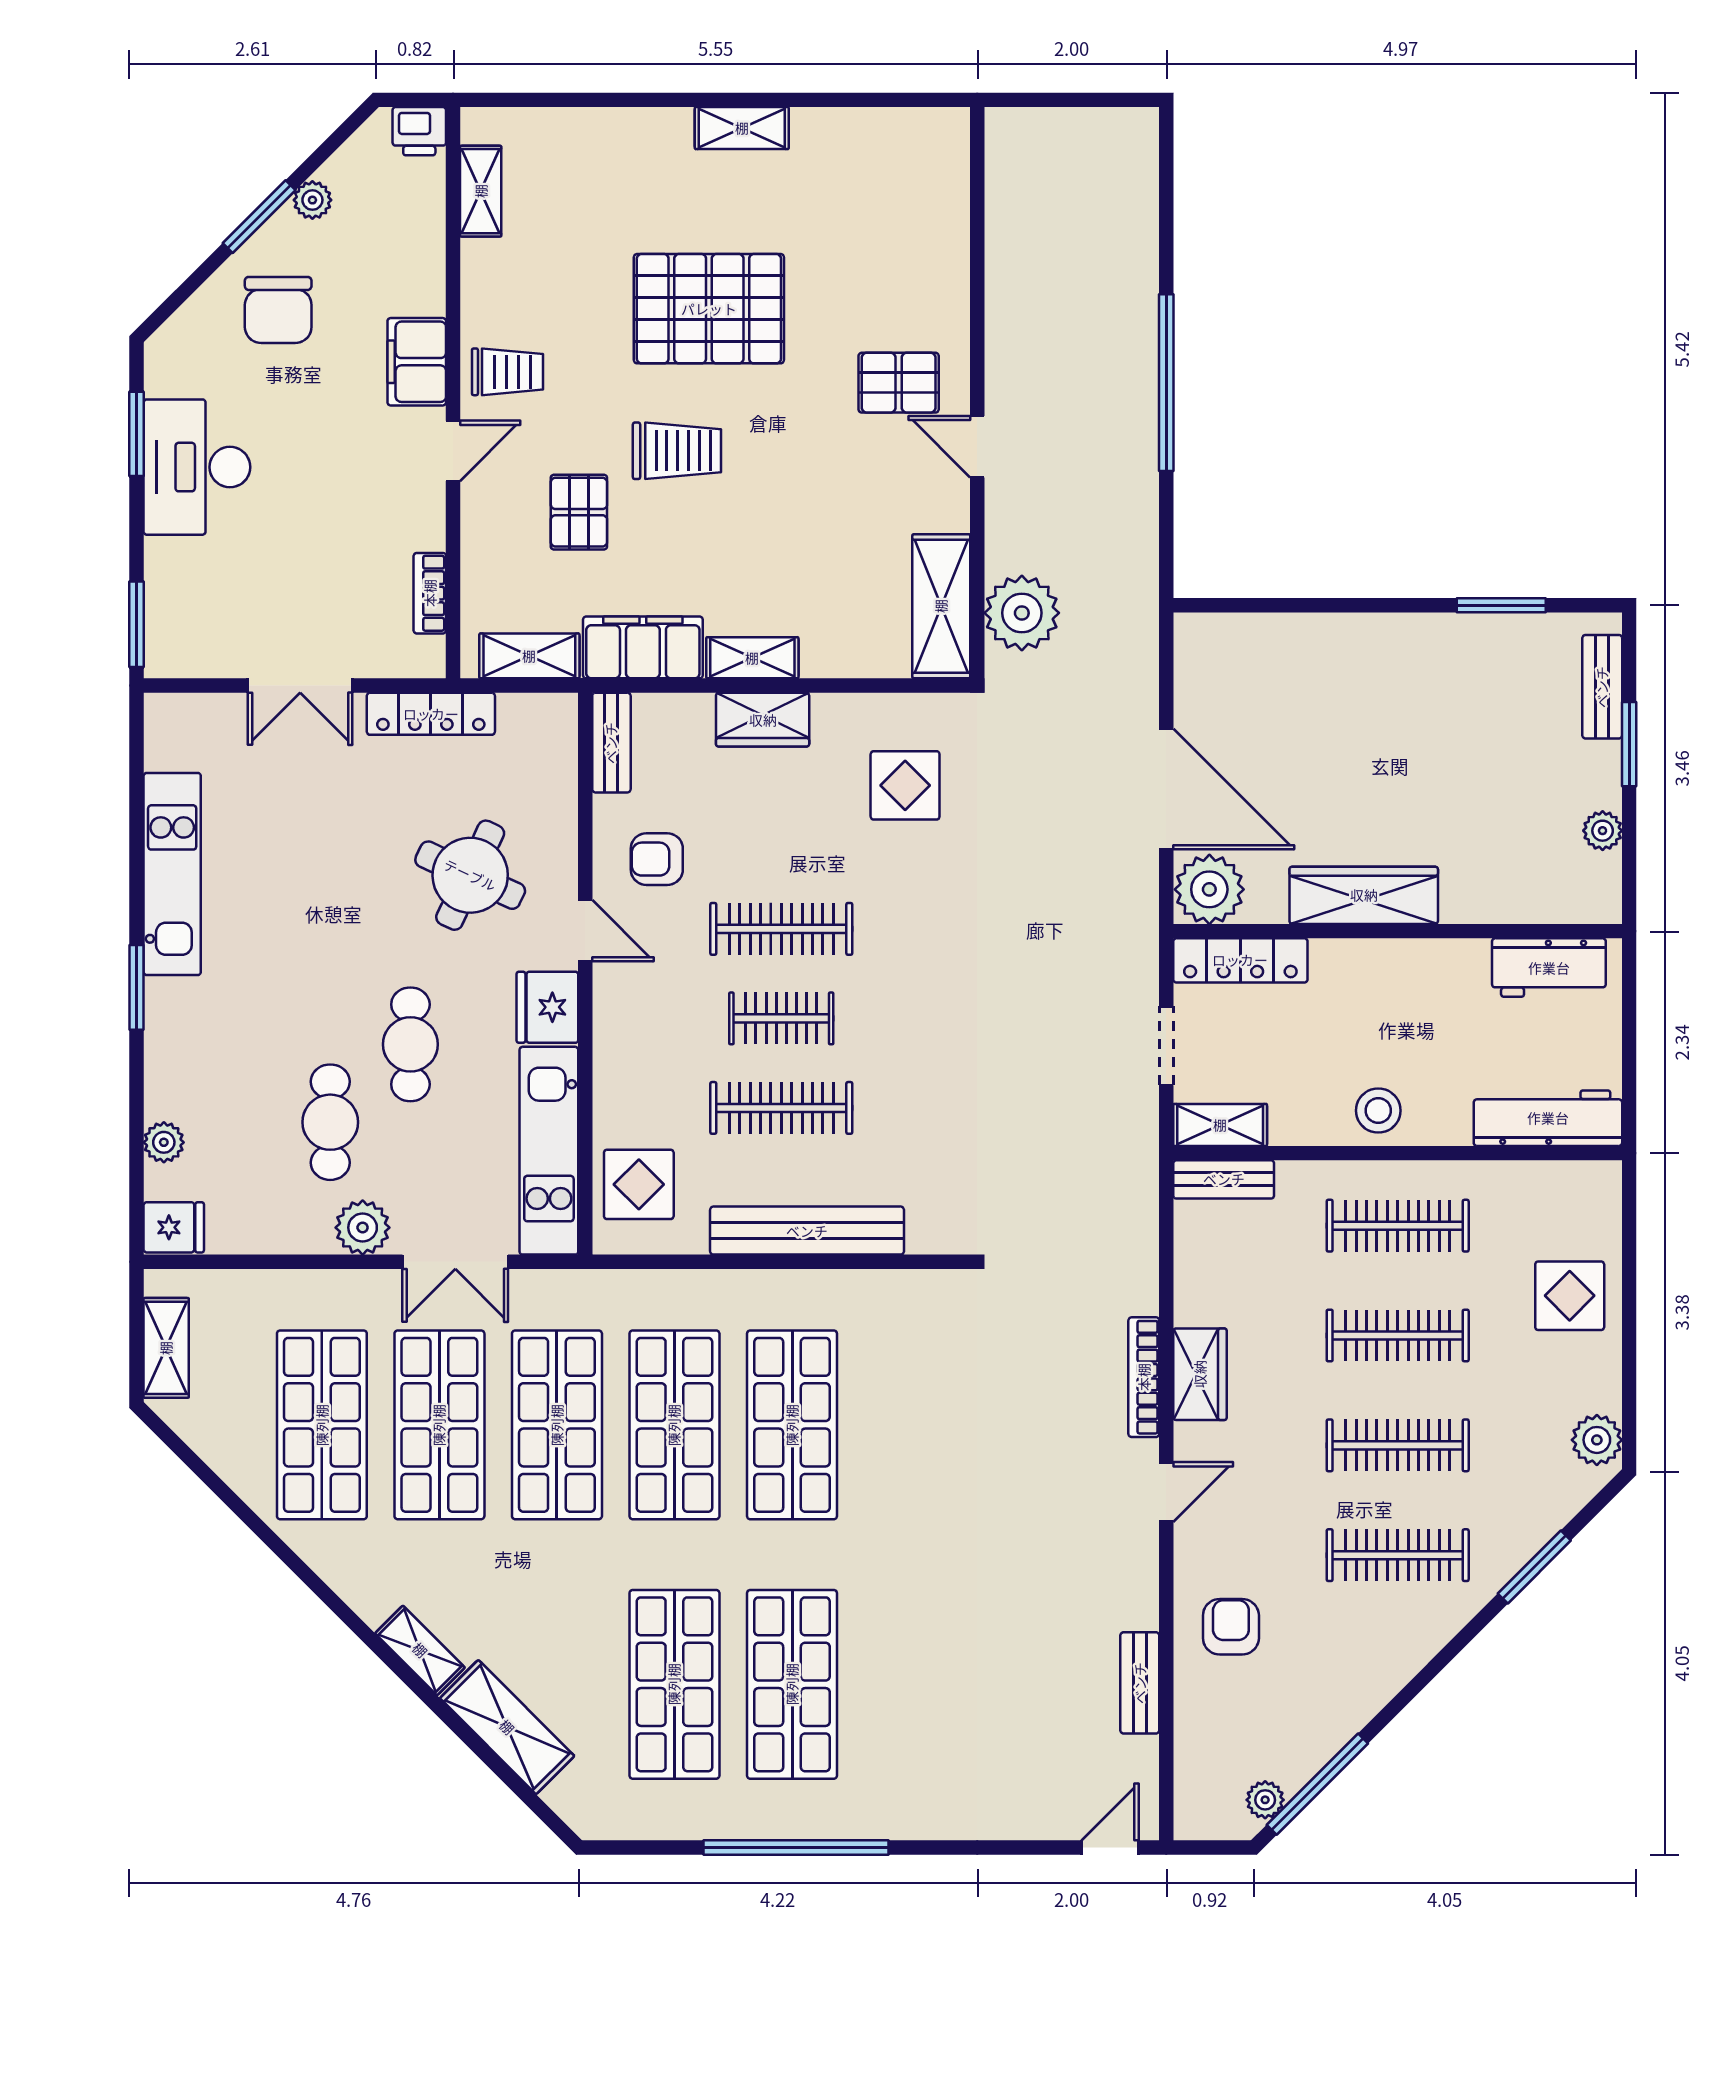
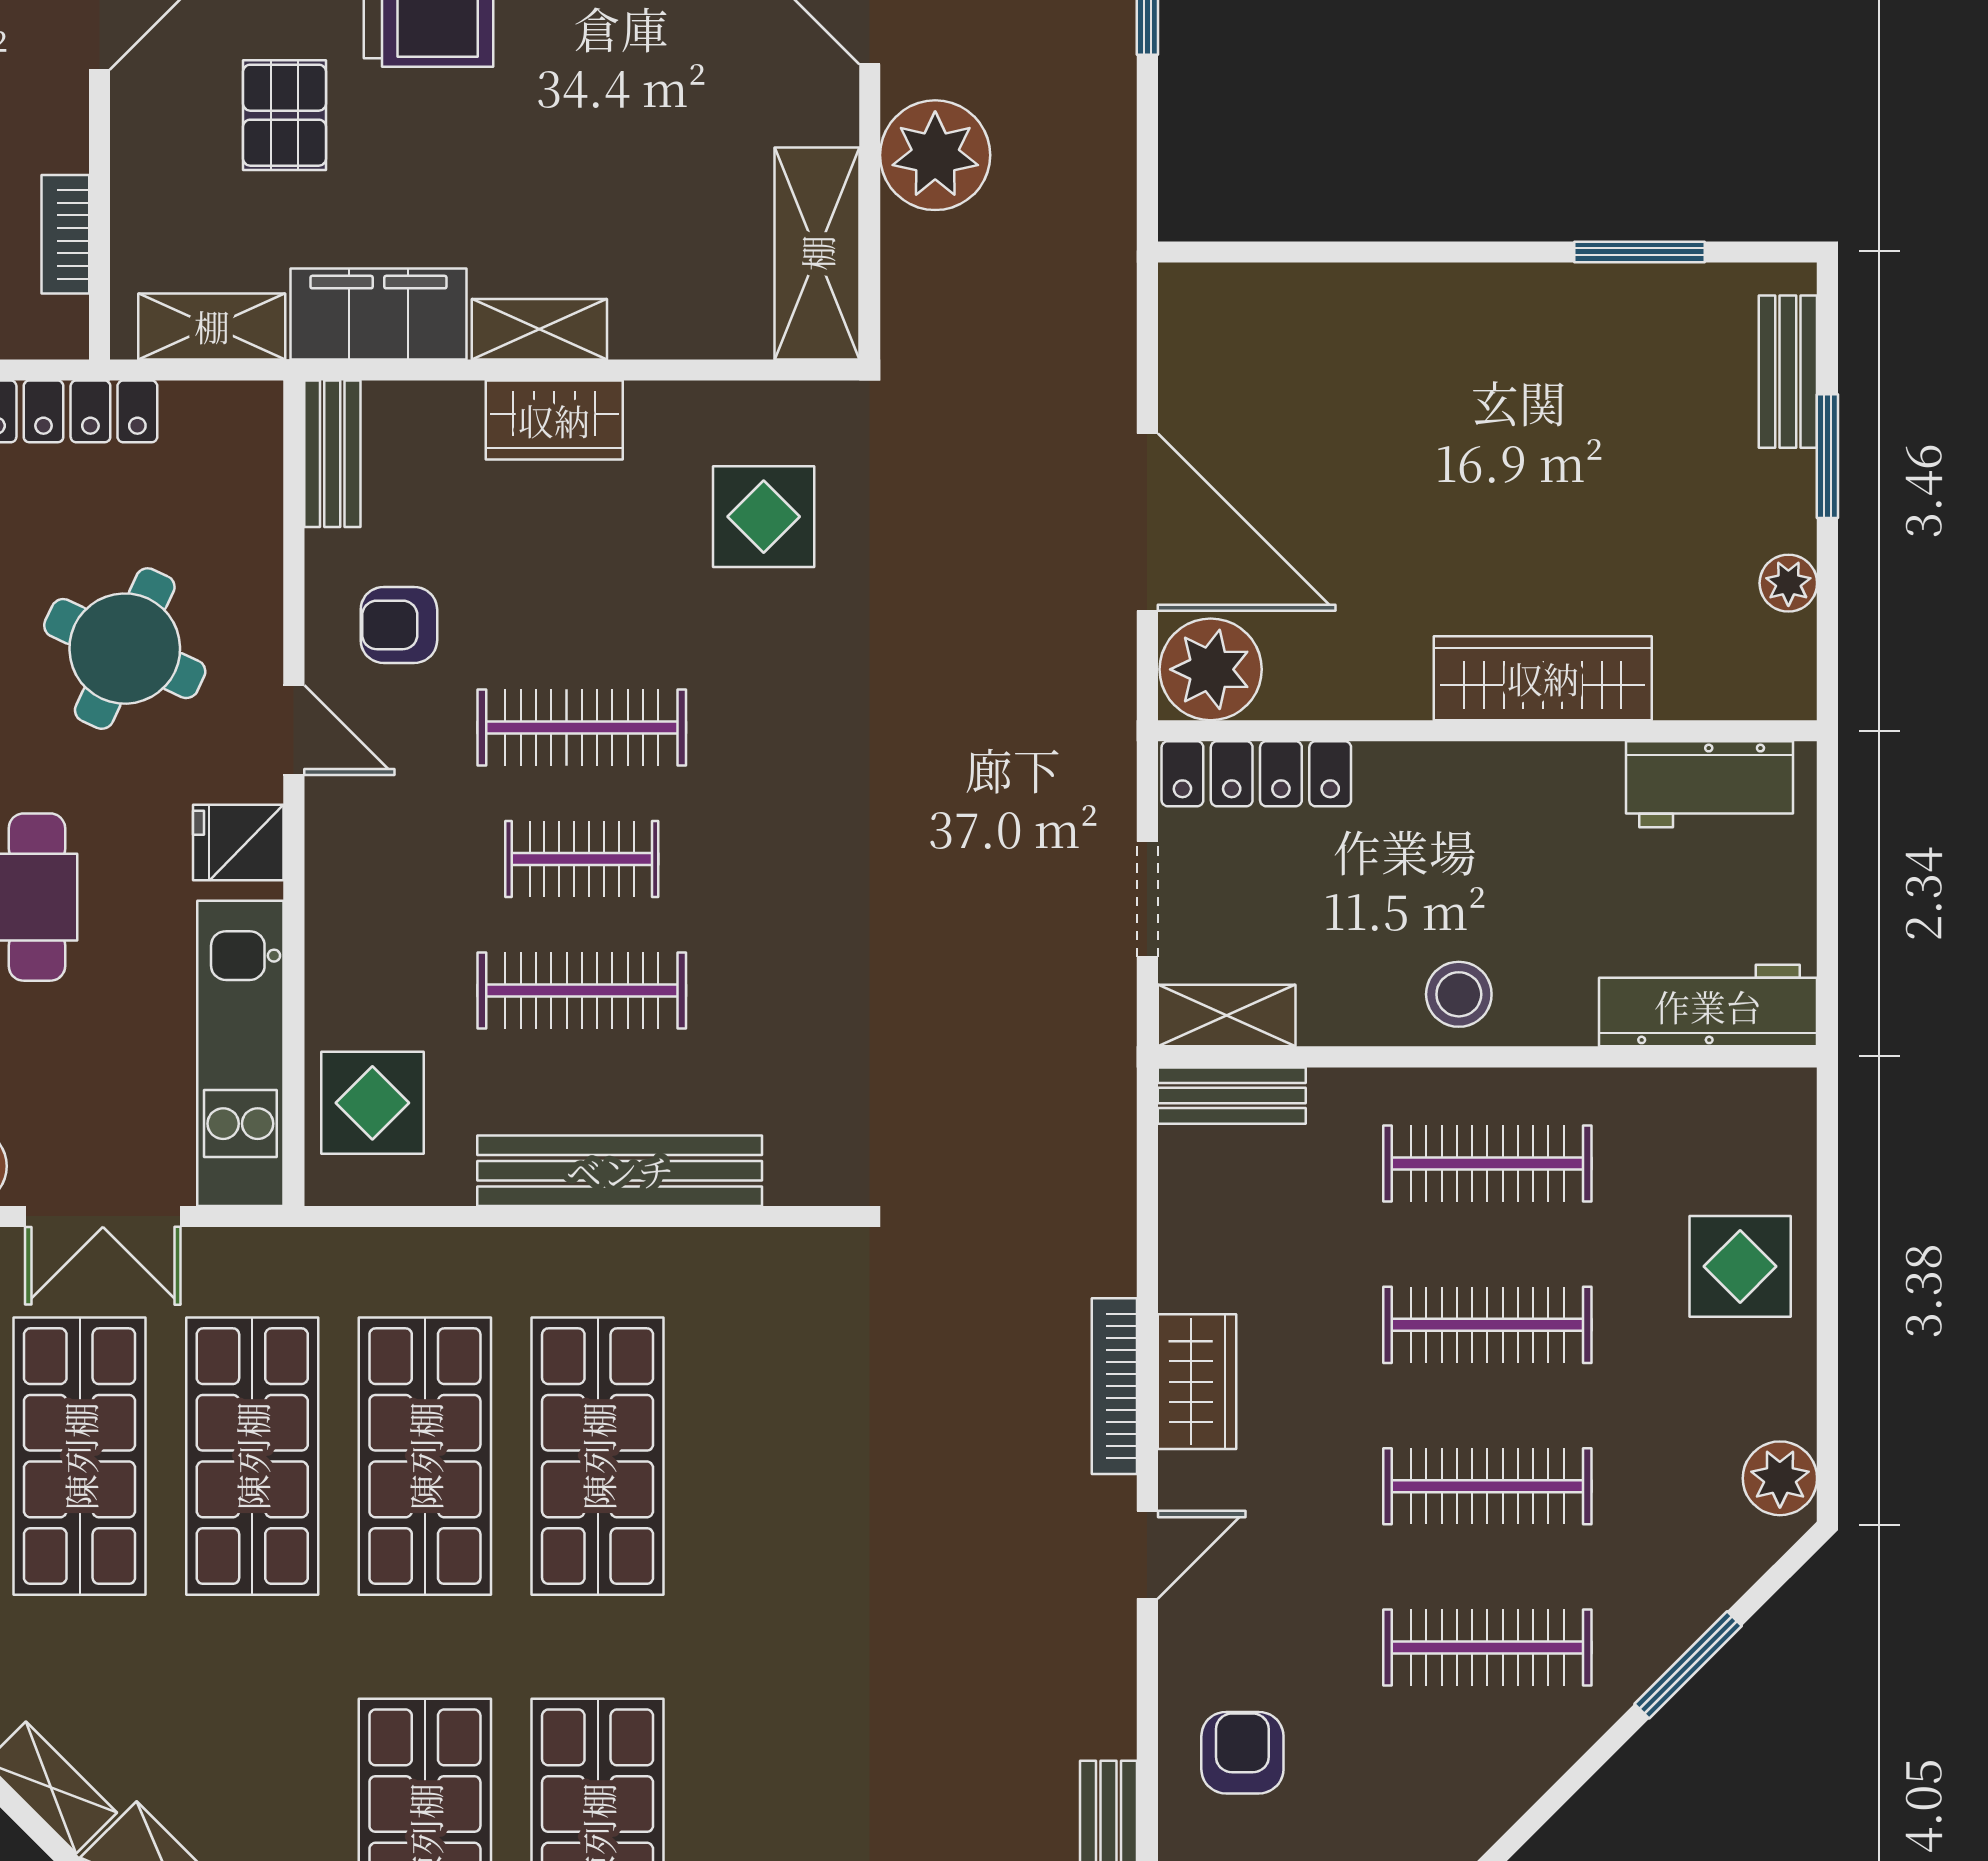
plant: (1022, 613) -> (935, 155), moved
wardrobe: (1364, 895) -> (1543, 678), moved
fridge: (547, 1007) -> (238, 843), width x0.72

